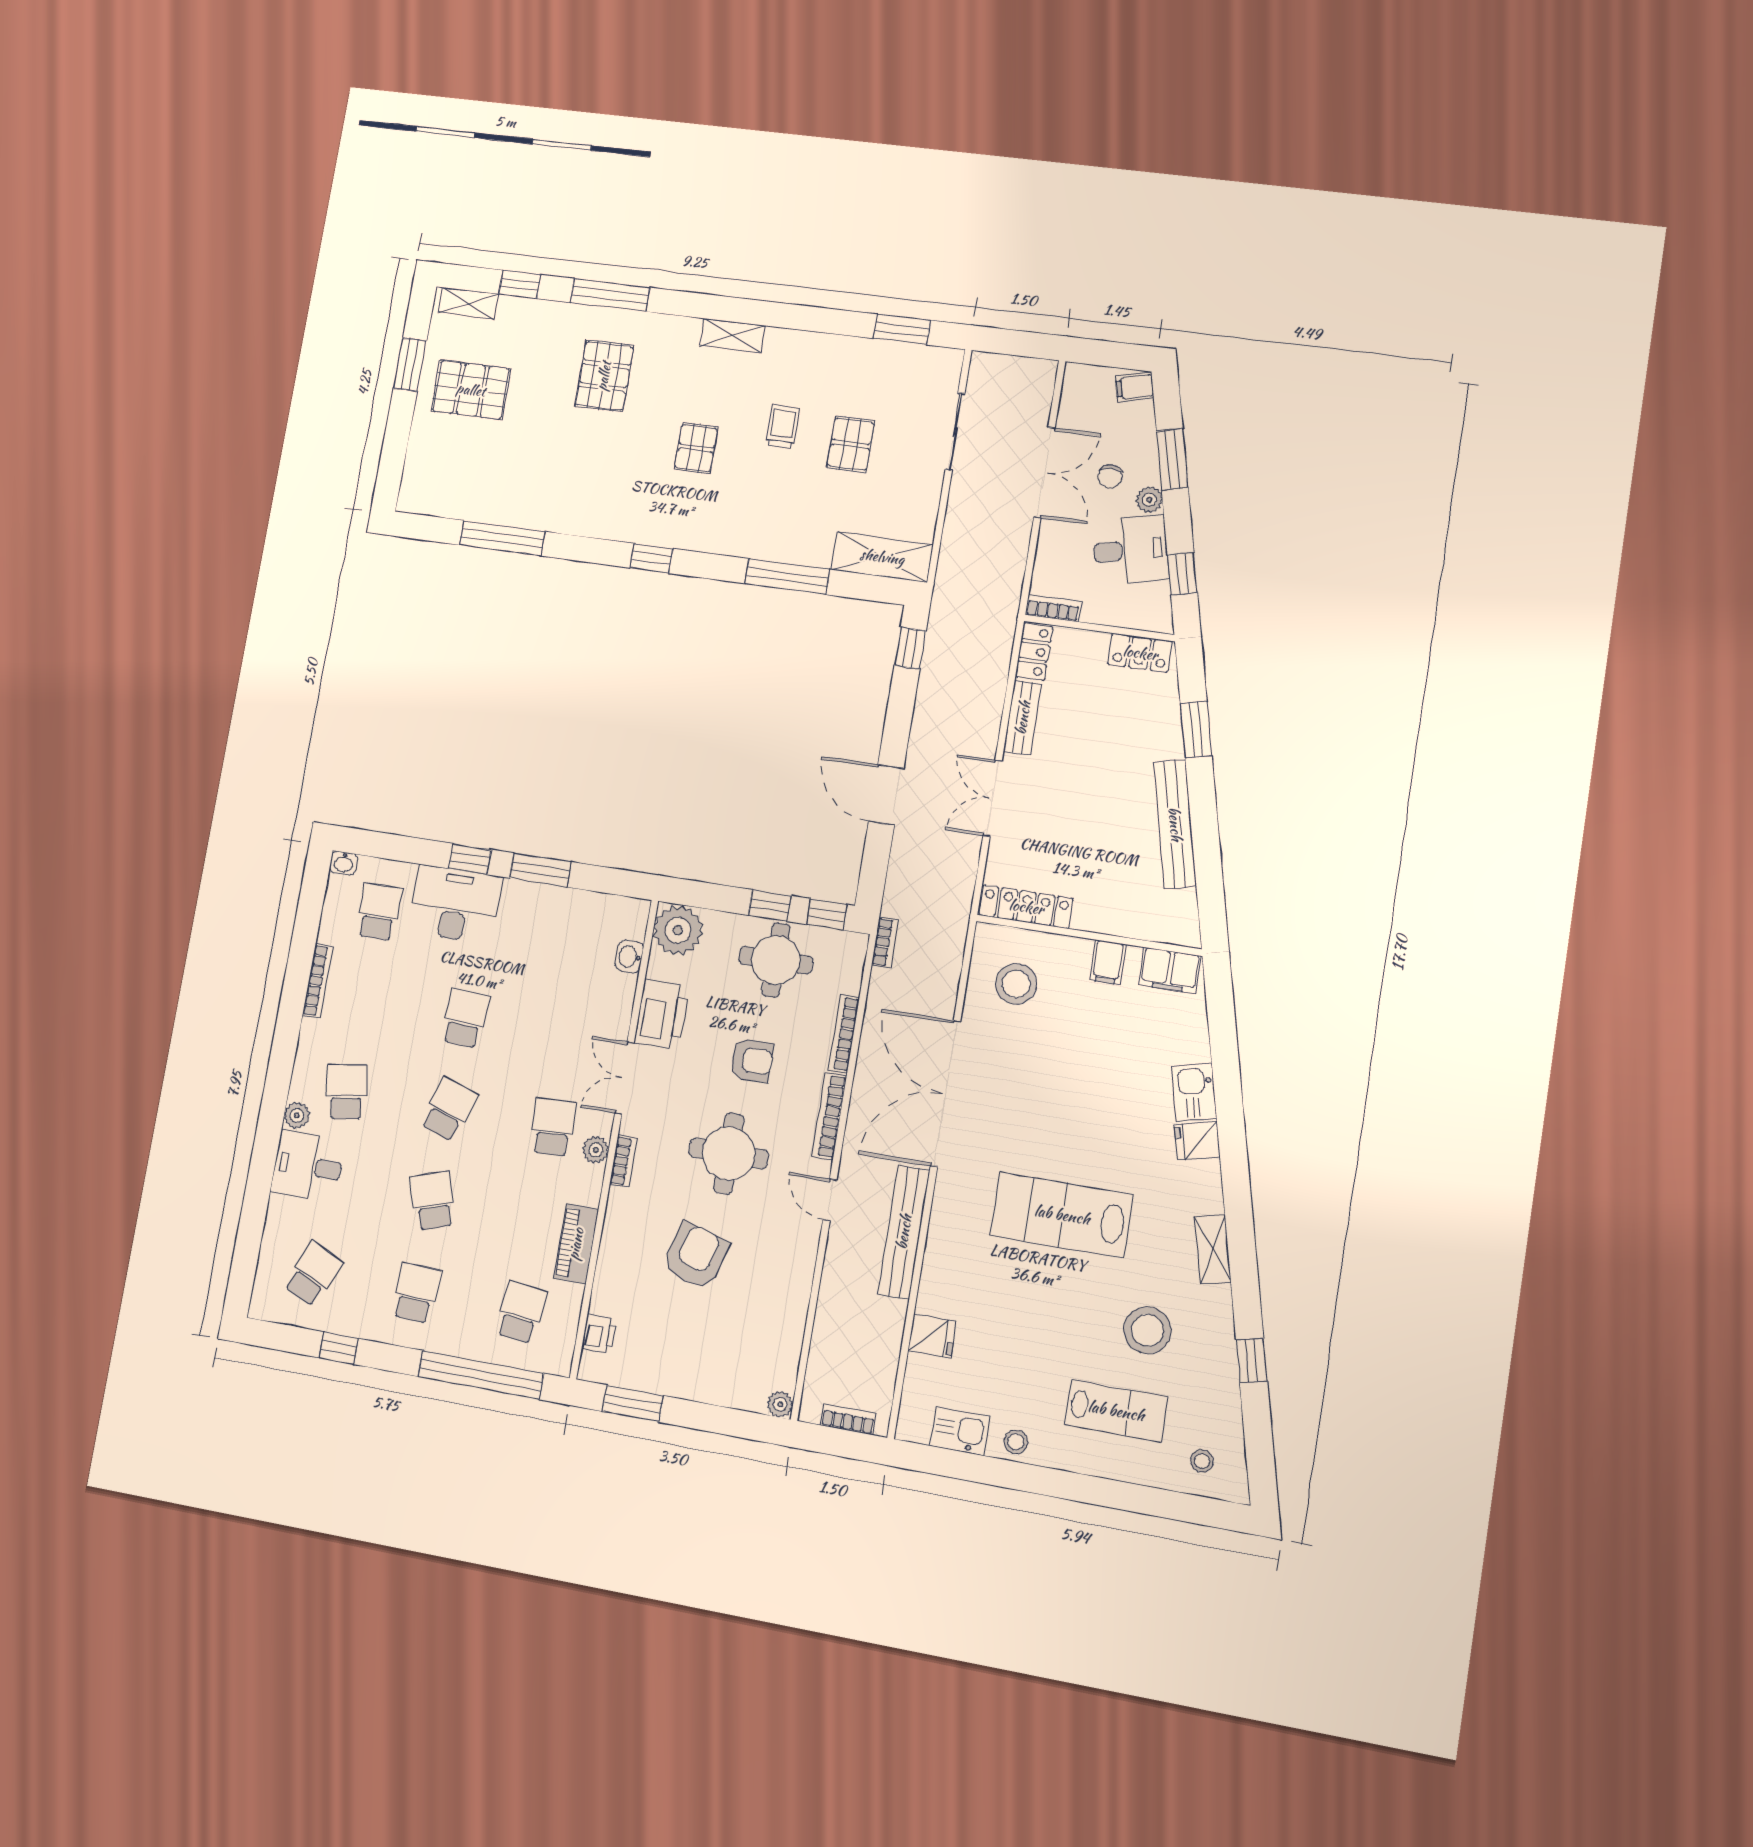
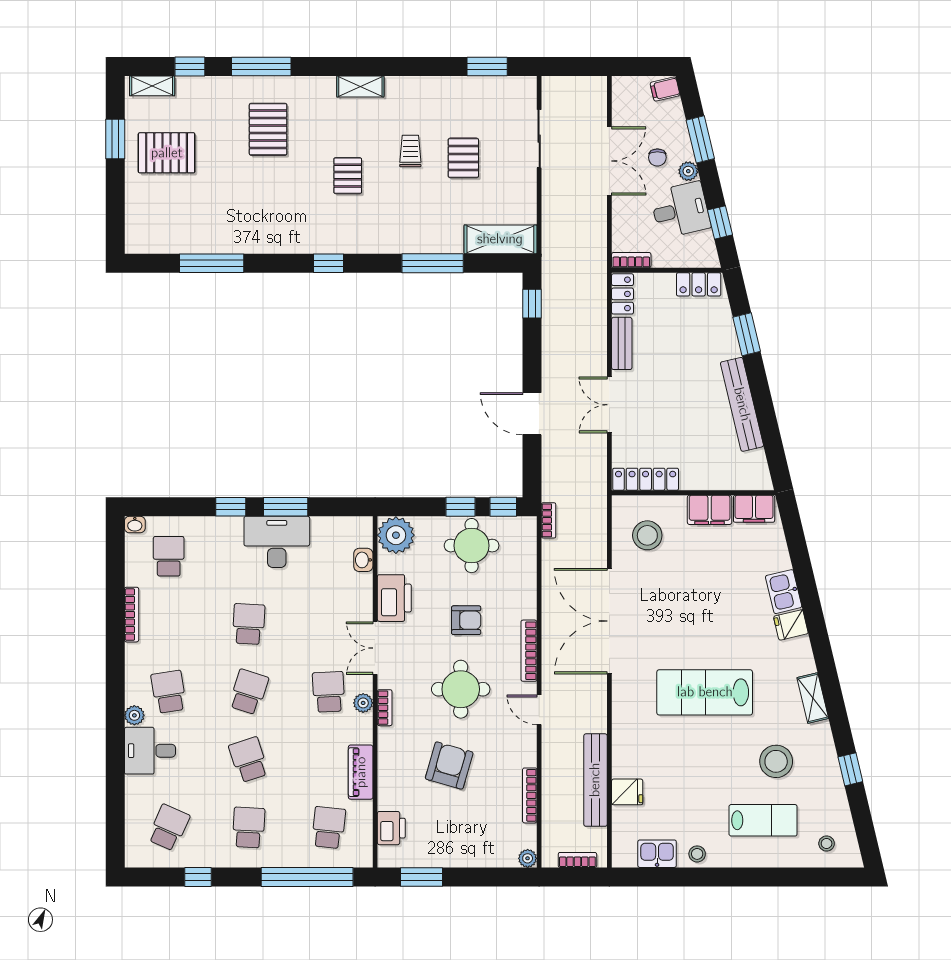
desk: (455, 904) -> (277, 542), moved
filing cabinet: (1108, 962) -> (710, 510), width x2.00
bookcase: (844, 1034) -> (530, 795), moved
bench: (904, 1232) -> (595, 780), moved
printer: (599, 1334) -> (391, 828), width x1.36, depth x1.24

